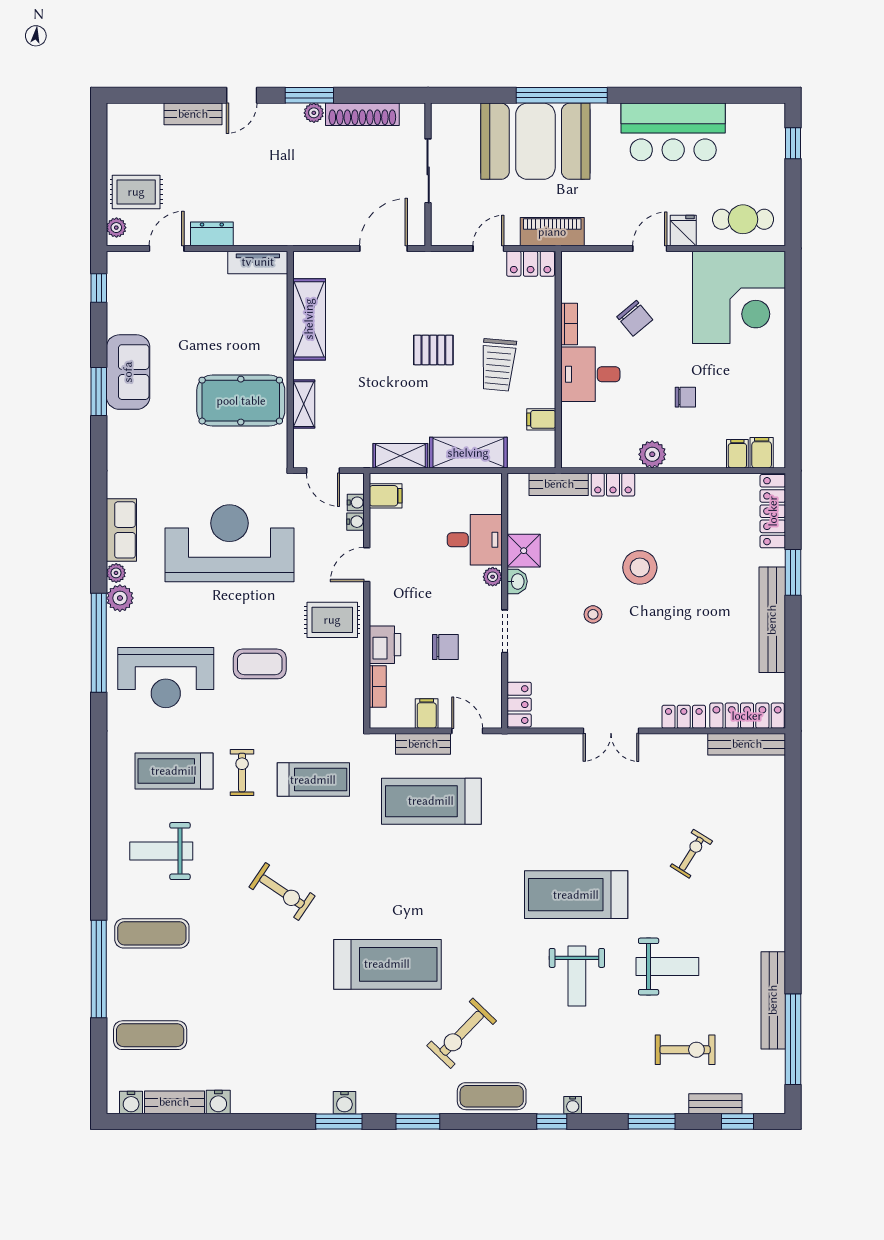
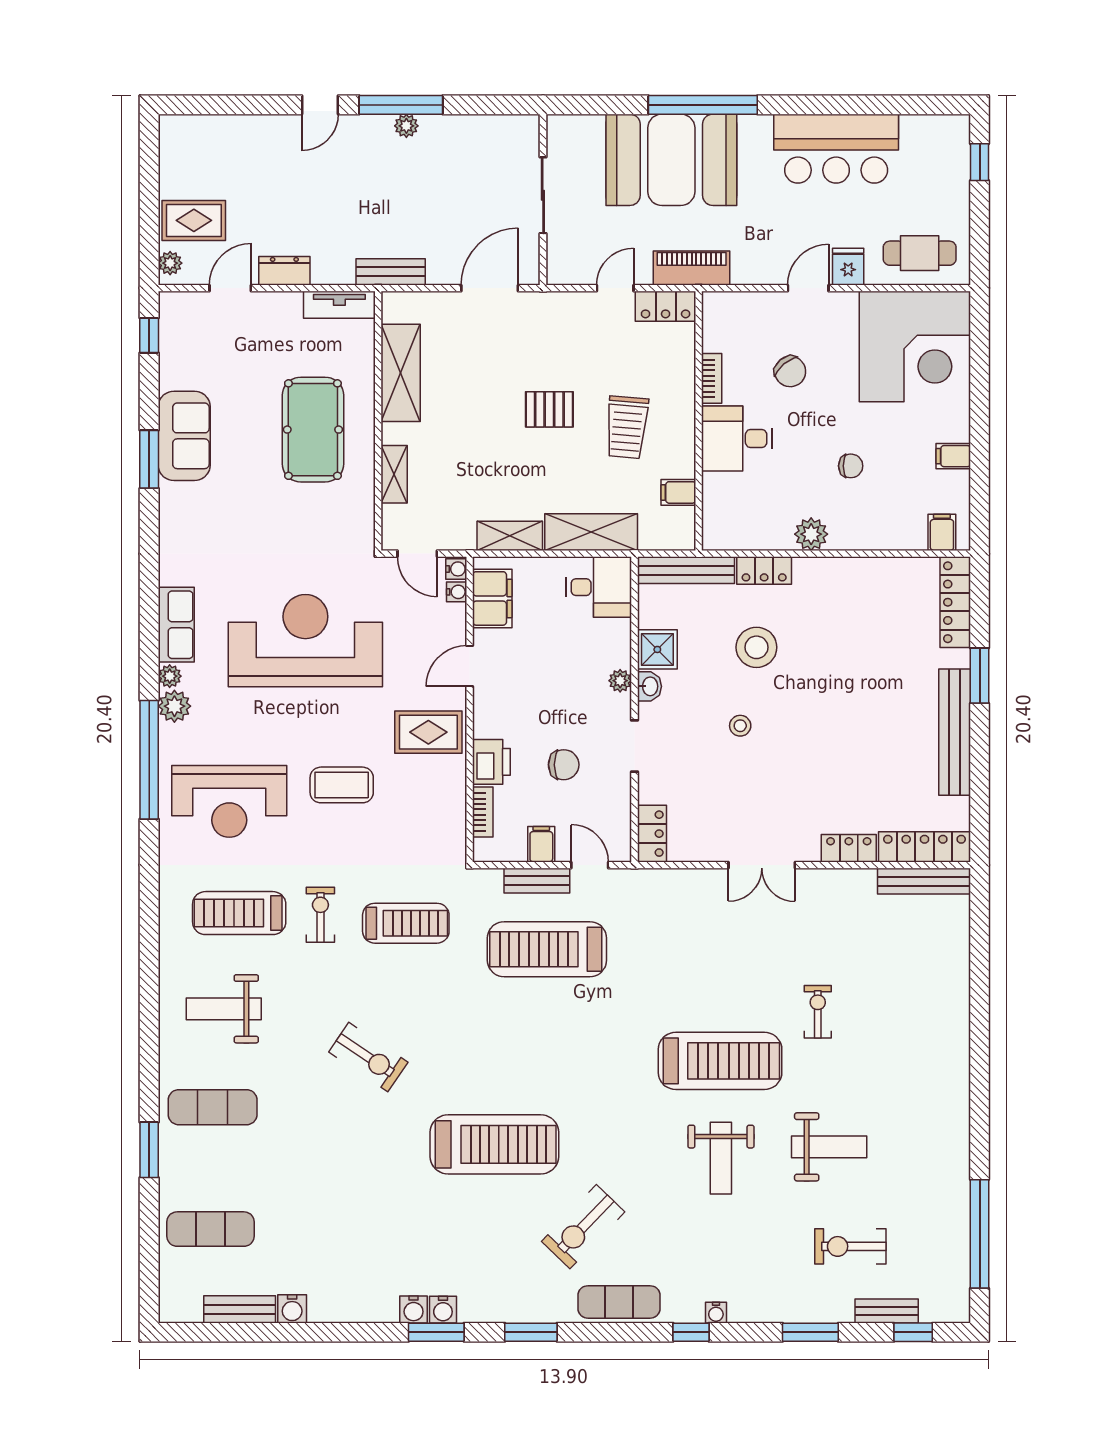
window: (309, 95) -> (401, 105), width x1.44
bench: (193, 114) -> (391, 272), moved
shoe rack: (362, 114) -> (464, 128), removed
pool table: (241, 401) -> (313, 430), moved, turned 90
filing cabinet: (737, 454) -> (953, 456), moved, turned -90
bench: (559, 484) -> (686, 570), width x1.36
filing cabinet: (386, 496) -> (492, 598), width x2.00
water cooler: (356, 522) -> (456, 569), moved
desk: (475, 540) -> (599, 587), moved
stool: (640, 567) -> (756, 647), moved
exercise bike: (691, 854) -> (818, 1012), moved, turned -32
treadmill: (576, 895) -> (720, 1061), turned 180
window: (99, 969) -> (149, 1150), width x0.47
bench: (773, 1000) -> (956, 1187), removed
exercise bike: (685, 1050) -> (850, 1246), turned 180
water cooler: (131, 1102) -> (414, 1309), moved

